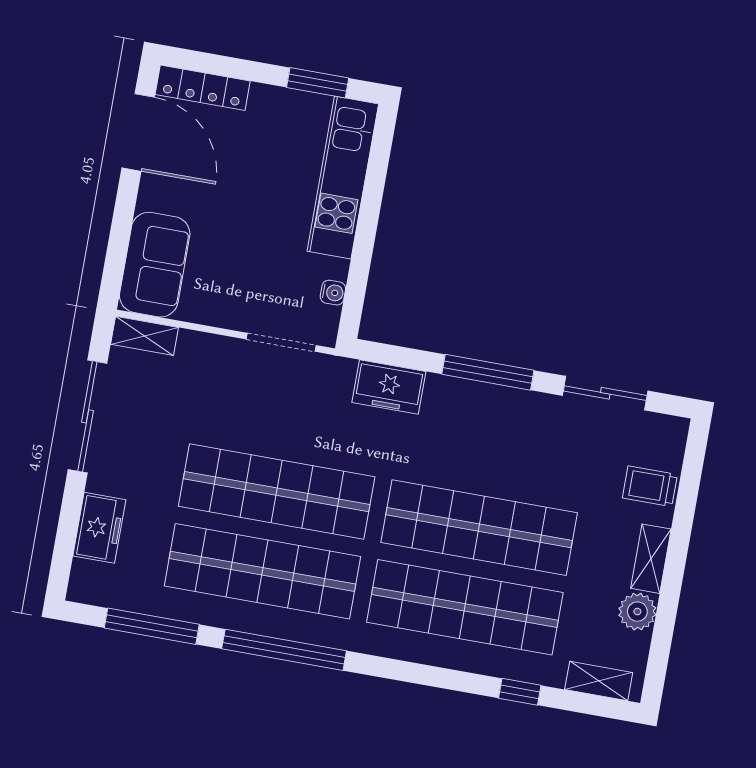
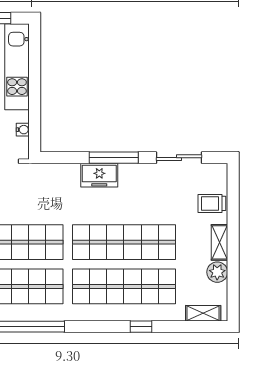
freezer: (389, 387) -> (99, 175), moved
window: (520, 692) -> (141, 327), moved

